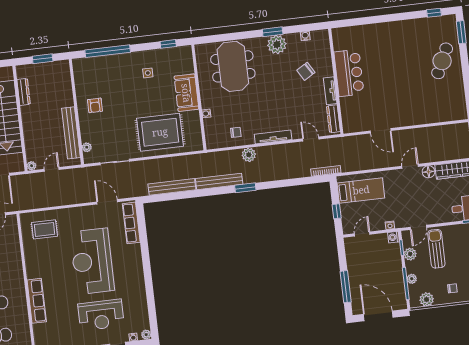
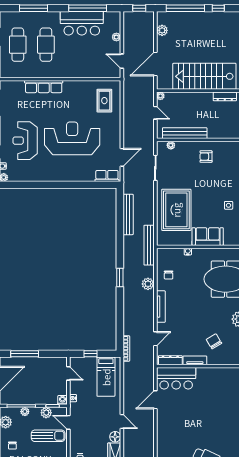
bar counter: (349, 73) -> (176, 378), moved
bench: (219, 181) -> (149, 245), moved
row of seats: (131, 223) -> (107, 176), width x0.68

